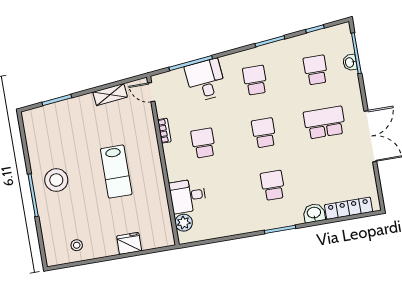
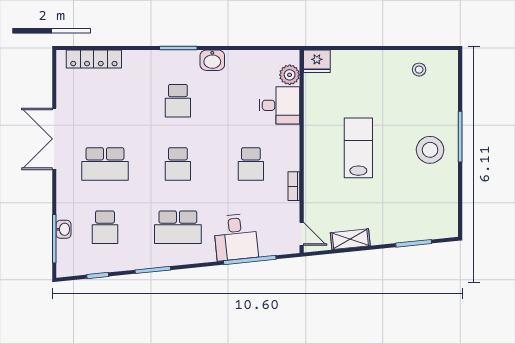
school desk: (255, 80) -> (178, 227), width x1.85
washbasin: (314, 213) -> (212, 60), moved
fridge: (129, 243) -> (317, 61), moved

